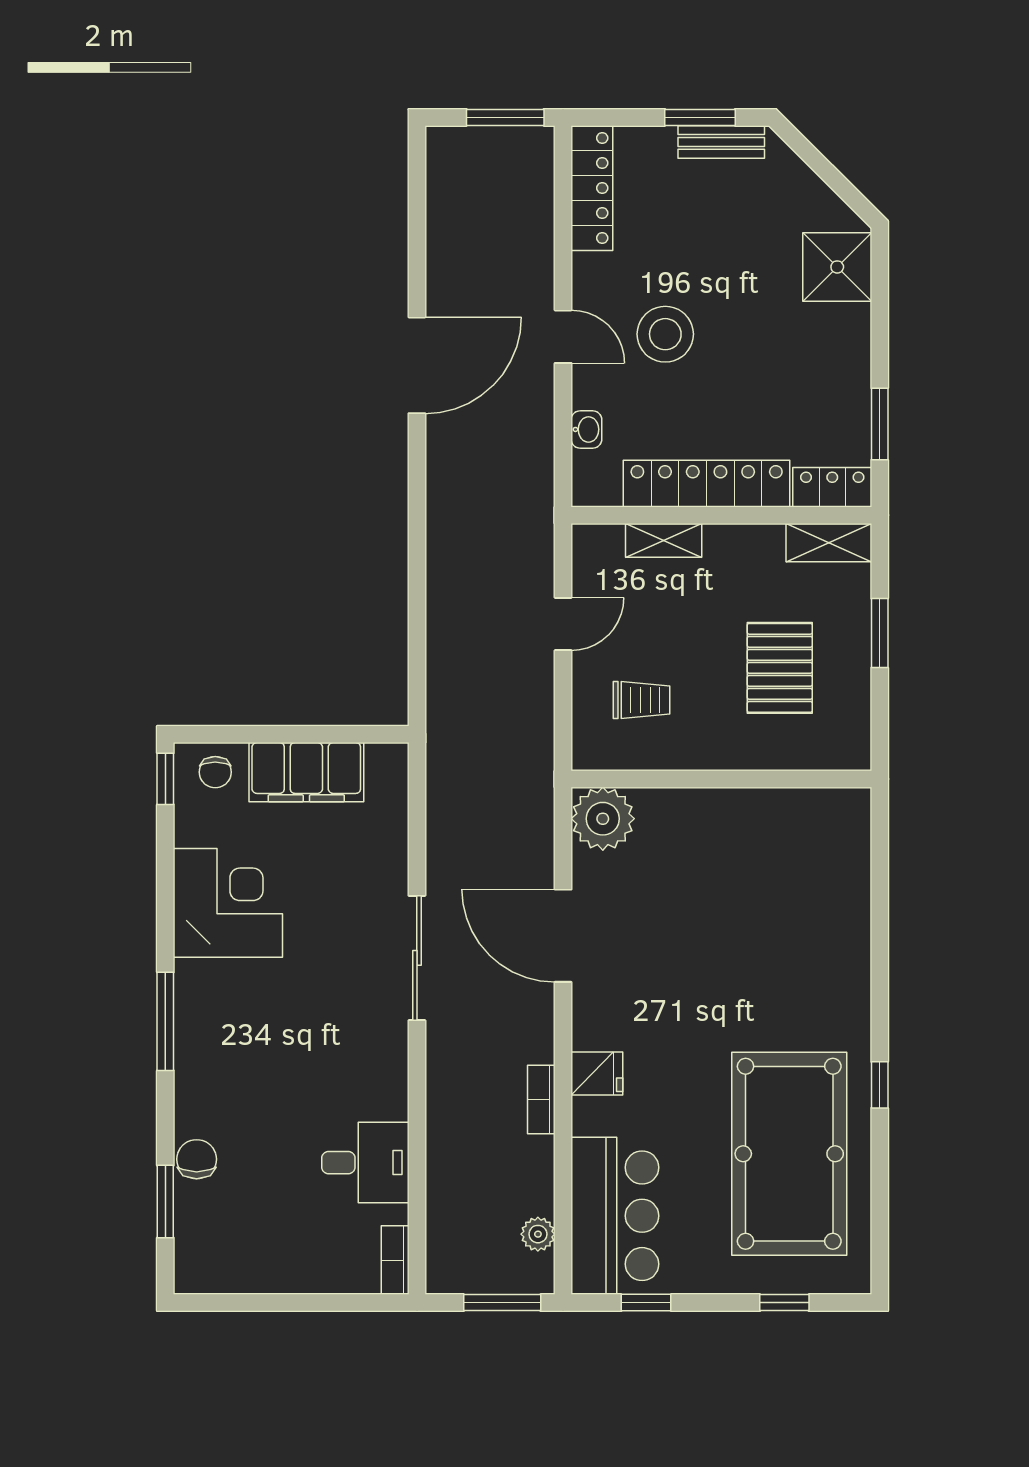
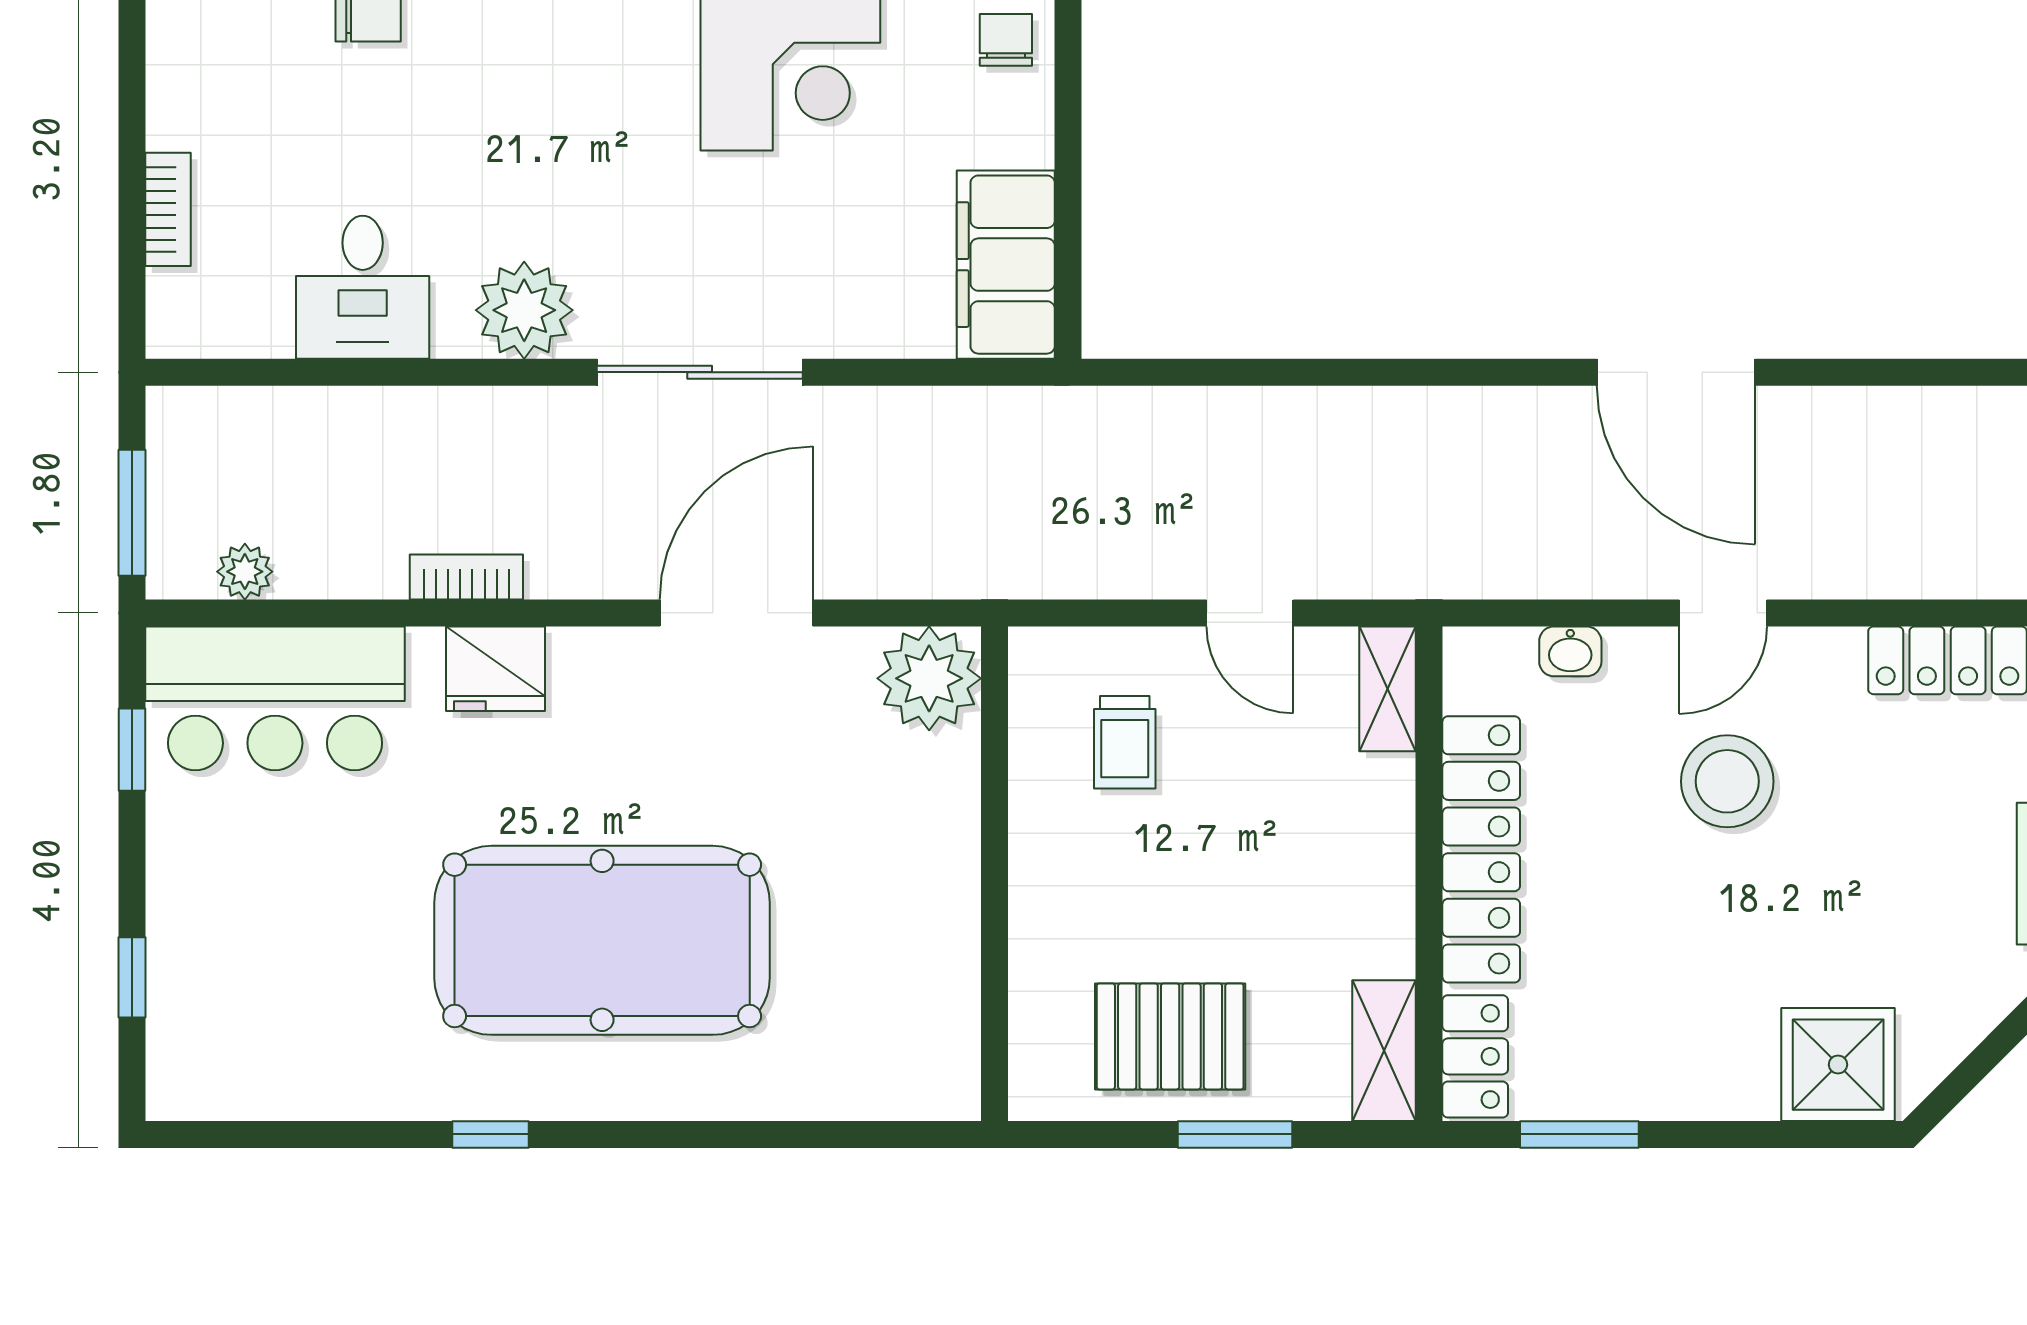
shelving: (664, 540) -> (1388, 689), moved
pallet: (780, 668) -> (1170, 1036), moved
chair: (215, 772) -> (1006, 40), turned 90
filing cabinet: (306, 772) -> (1006, 265), moved
plant: (379, 1065) -> (524, 310), added
fridge: (597, 1074) -> (496, 669), width x1.38
pool table: (789, 1154) -> (602, 940), moved
bookcase: (395, 1260) -> (168, 209), moved, turned 90

